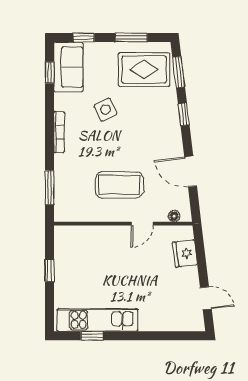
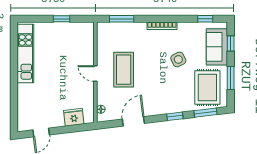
sofa: (68, 67) -> (217, 47), moved, turned 90
door: (142, 224) -> (95, 74), moved
window: (92, 336) -> (14, 50), removed

